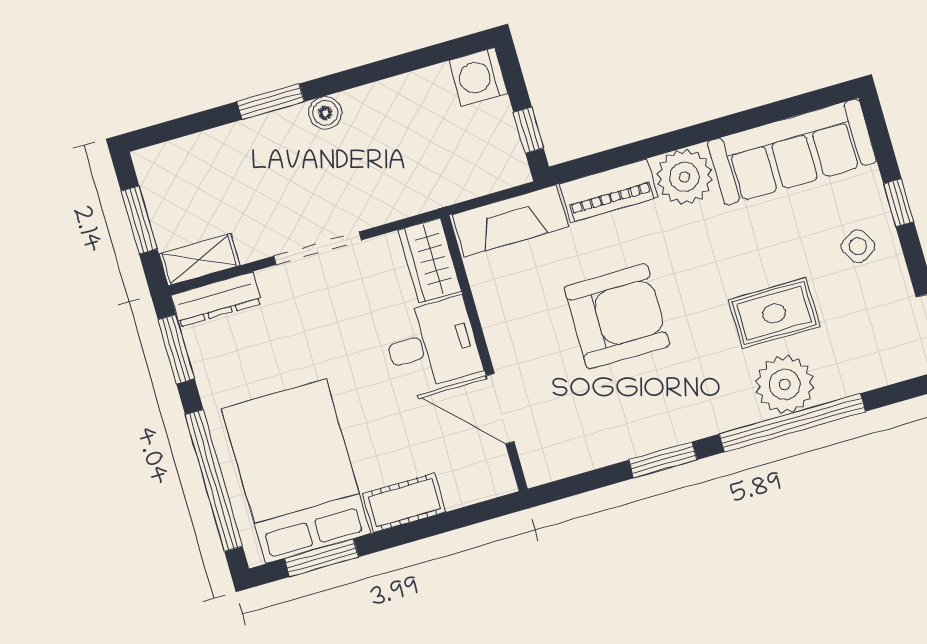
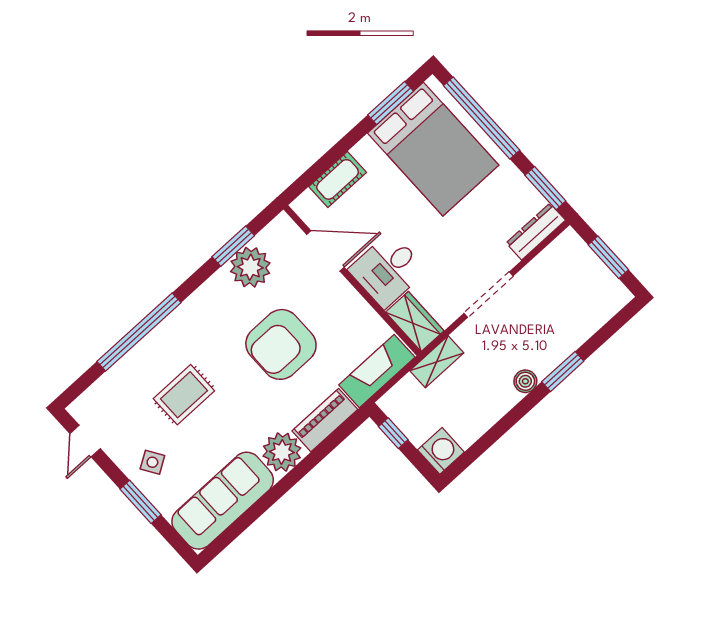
window: (899, 203) -> (140, 502), width x1.50
shelving: (199, 260) -> (437, 362), moved
plant: (785, 384) -> (250, 267), moved
window: (663, 460) -> (233, 246), moved
cot: (404, 503) -> (338, 179), moved

